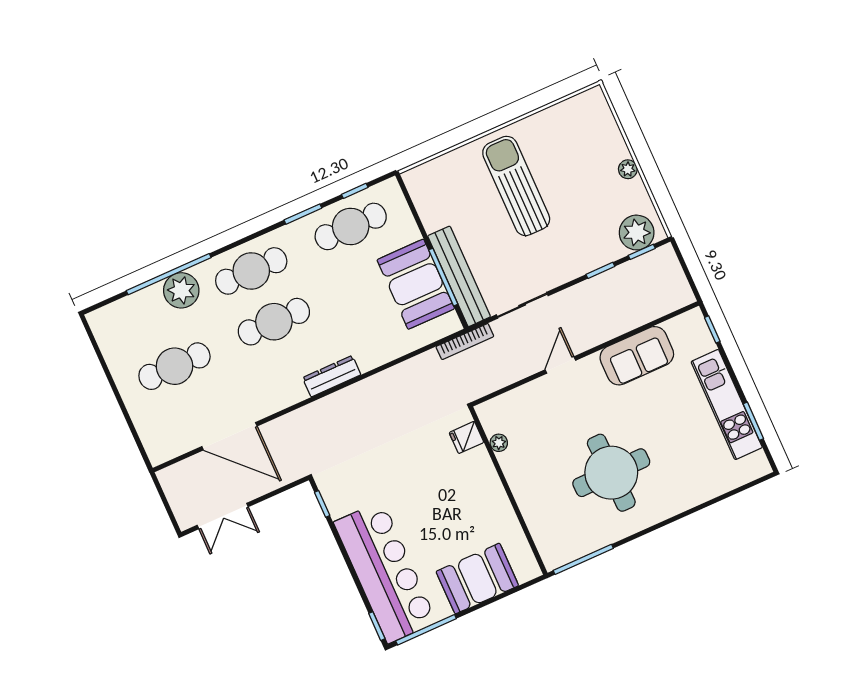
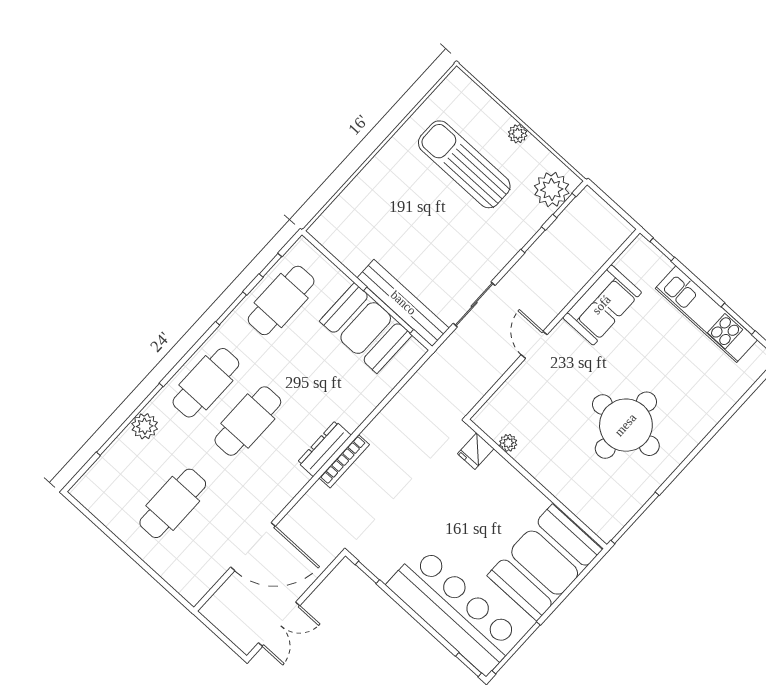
sun lounger: (516, 186) -> (464, 164), moved
plant: (181, 290) -> (145, 426), width x0.73, depth x0.73
bookcase: (465, 342) -> (344, 461), moved
booth: (477, 579) -> (545, 563), width x1.36, depth x1.42

